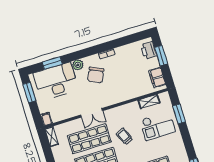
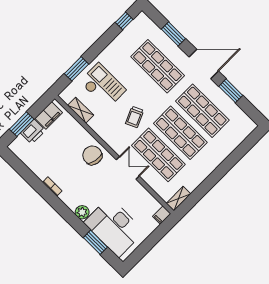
printer: (149, 50) -> (33, 132), moved
chair: (96, 75) -> (92, 155), moved, turned -104
window: (29, 92) -> (142, 250), removed

